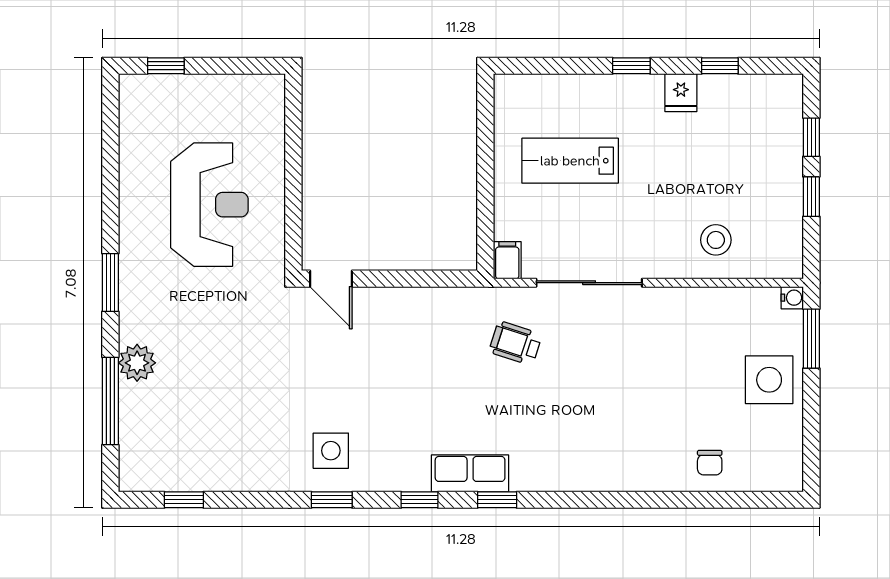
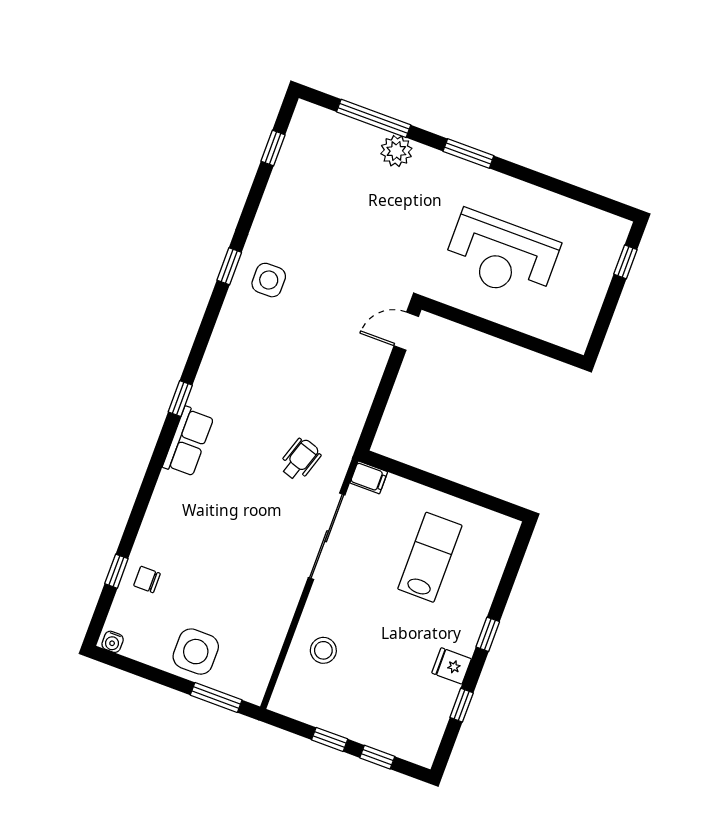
water cooler: (792, 298) -> (113, 642), moved
row of seats: (470, 473) -> (188, 442), moved
window: (419, 500) -> (116, 571), moved

